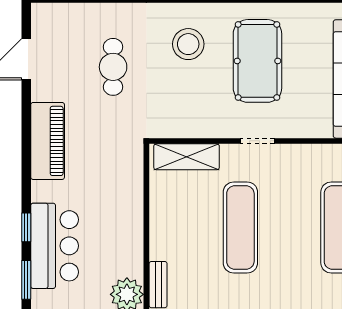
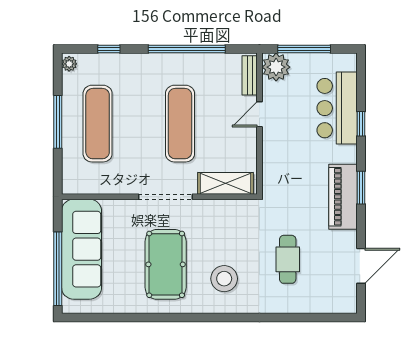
doorway: (258, 141) -> (165, 197), width x1.87
door: (146, 239) -> (259, 114), added
window: (26, 280) -> (361, 188), moved

